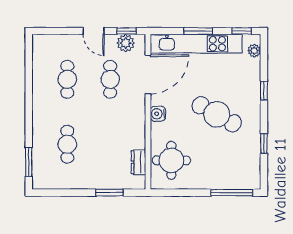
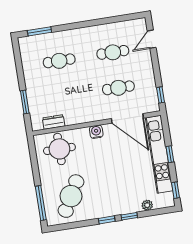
door: (94, 31) -> (152, 39), moved
window: (198, 31) -> (170, 154), width x0.67
plant: (126, 43) -> (150, 96), removed
plant: (254, 51) -> (147, 205), moved
cafe table: (217, 114) -> (71, 196), moved
window: (264, 144) -> (107, 220), moved

